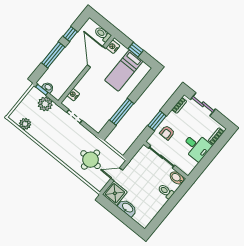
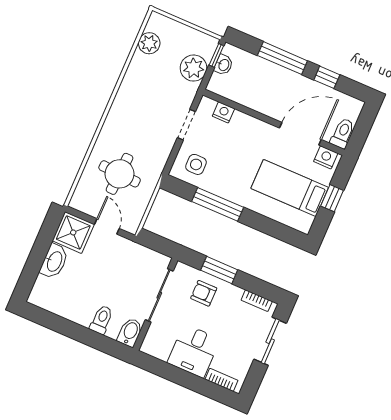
side table: (97, 117) -> (196, 164), added

